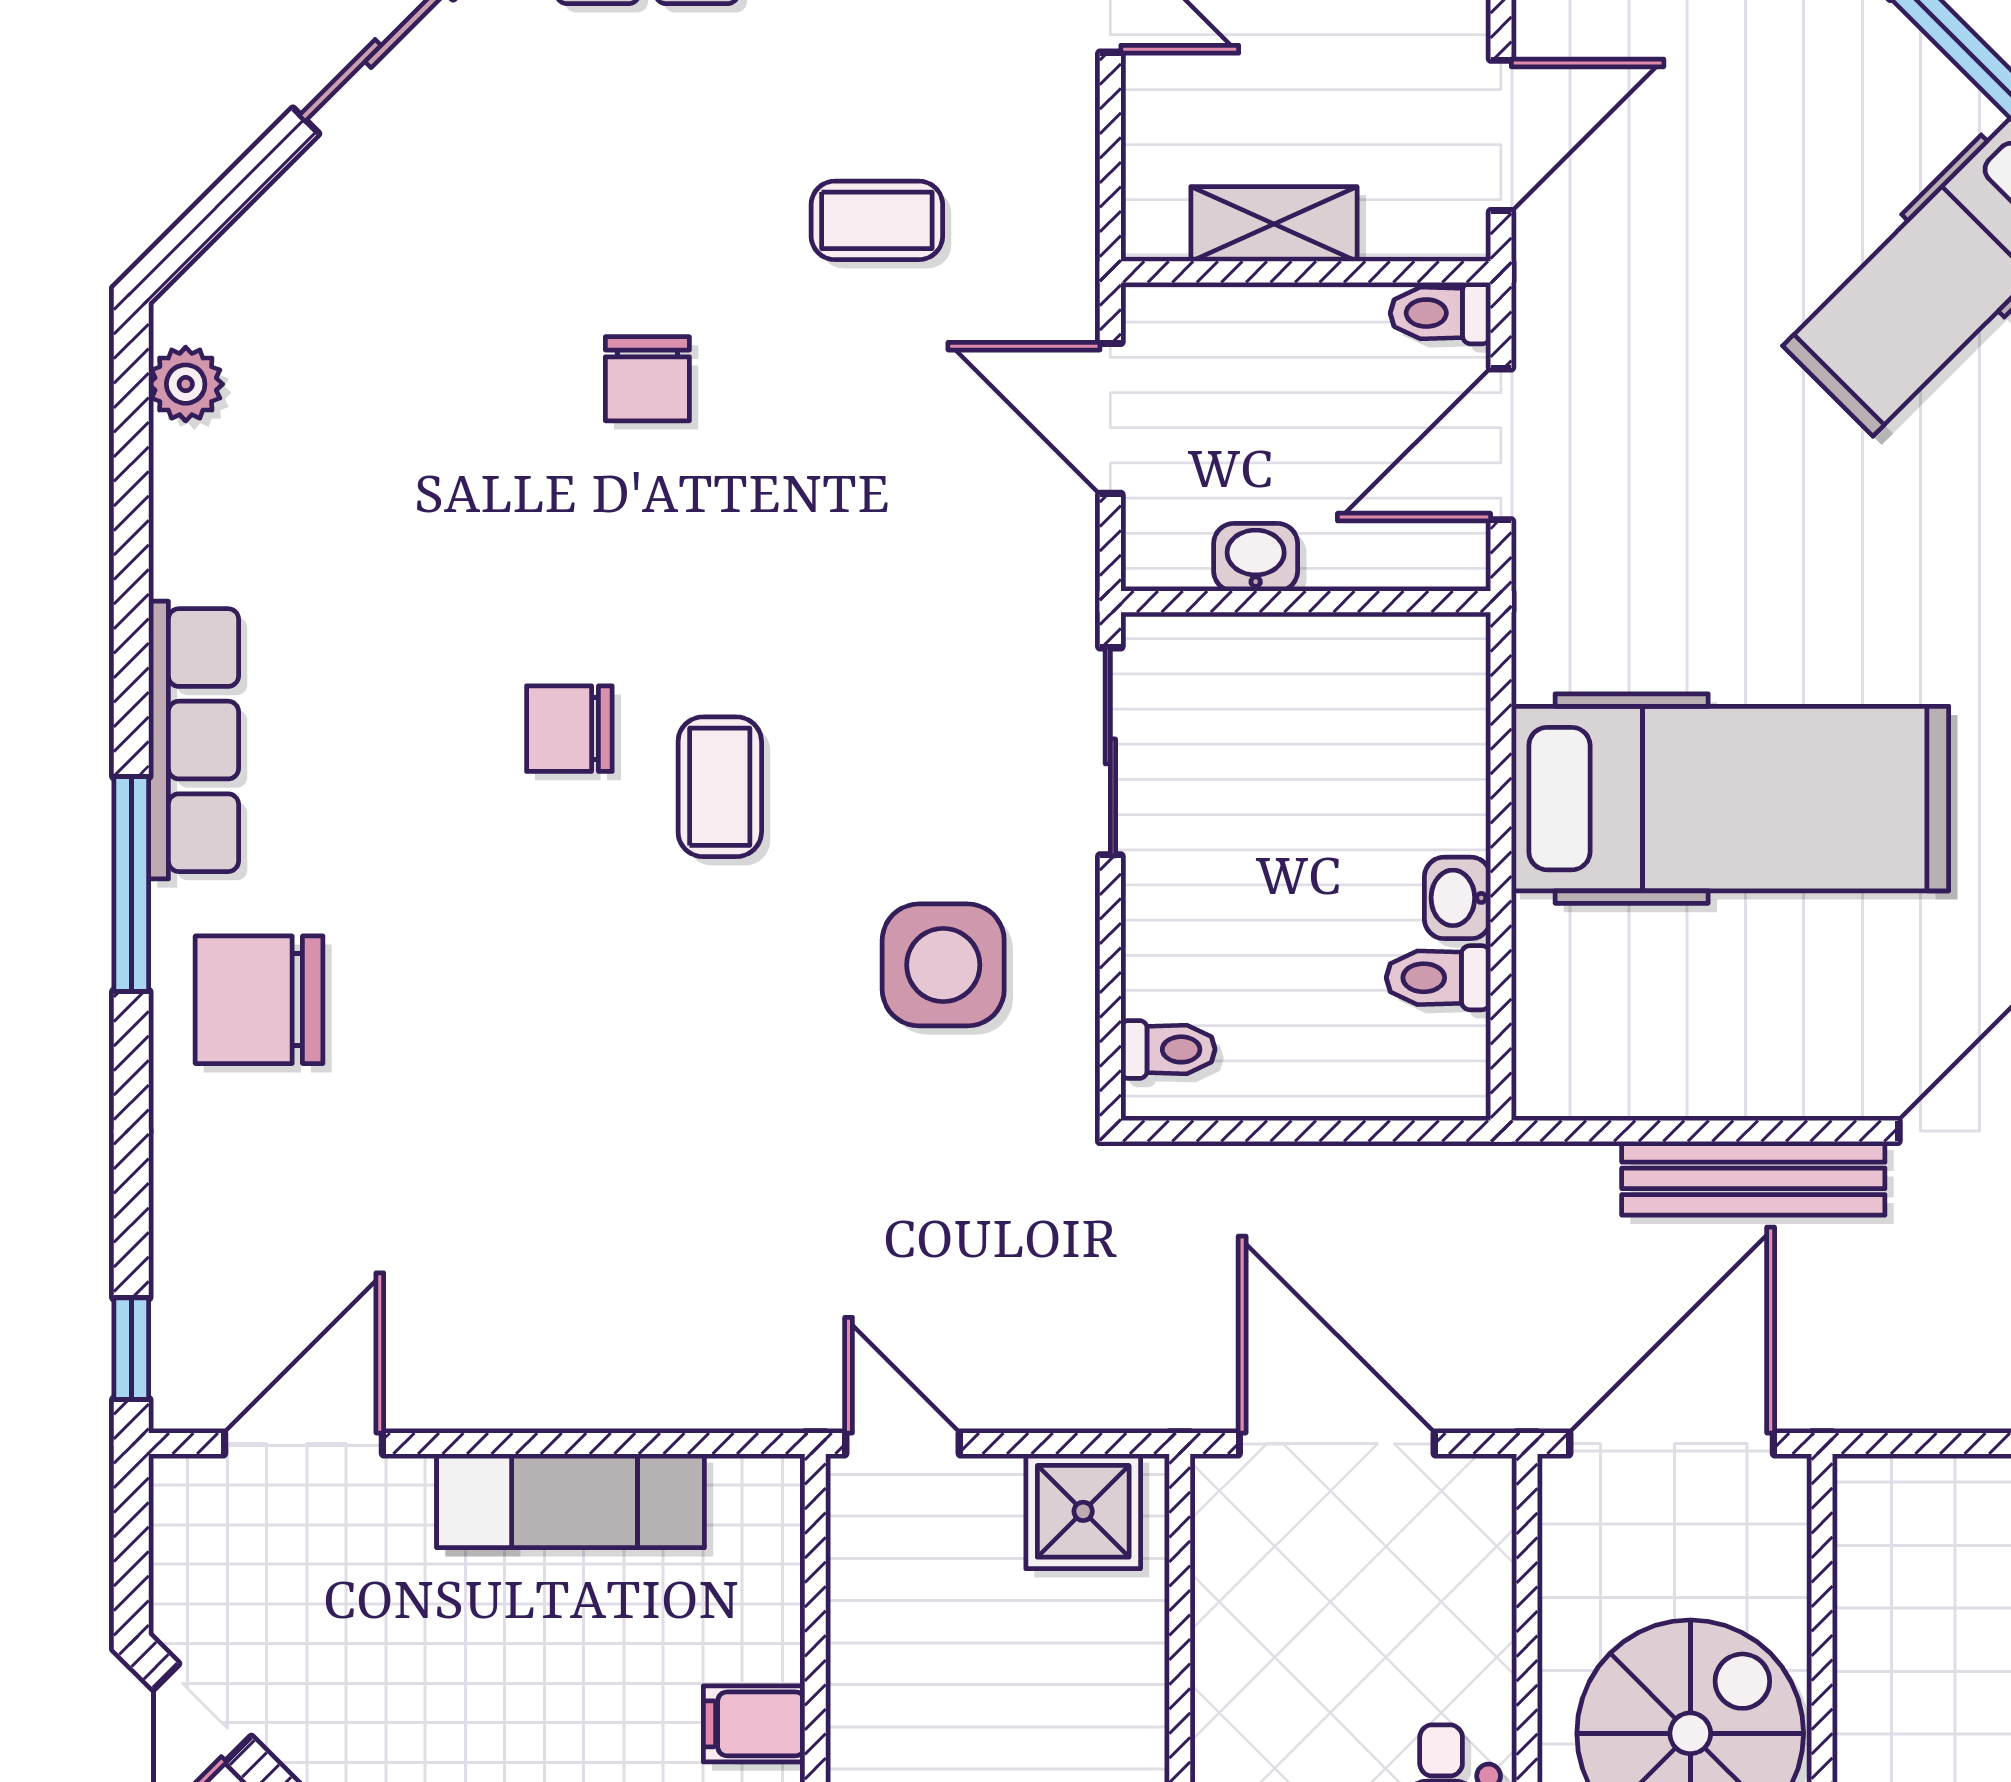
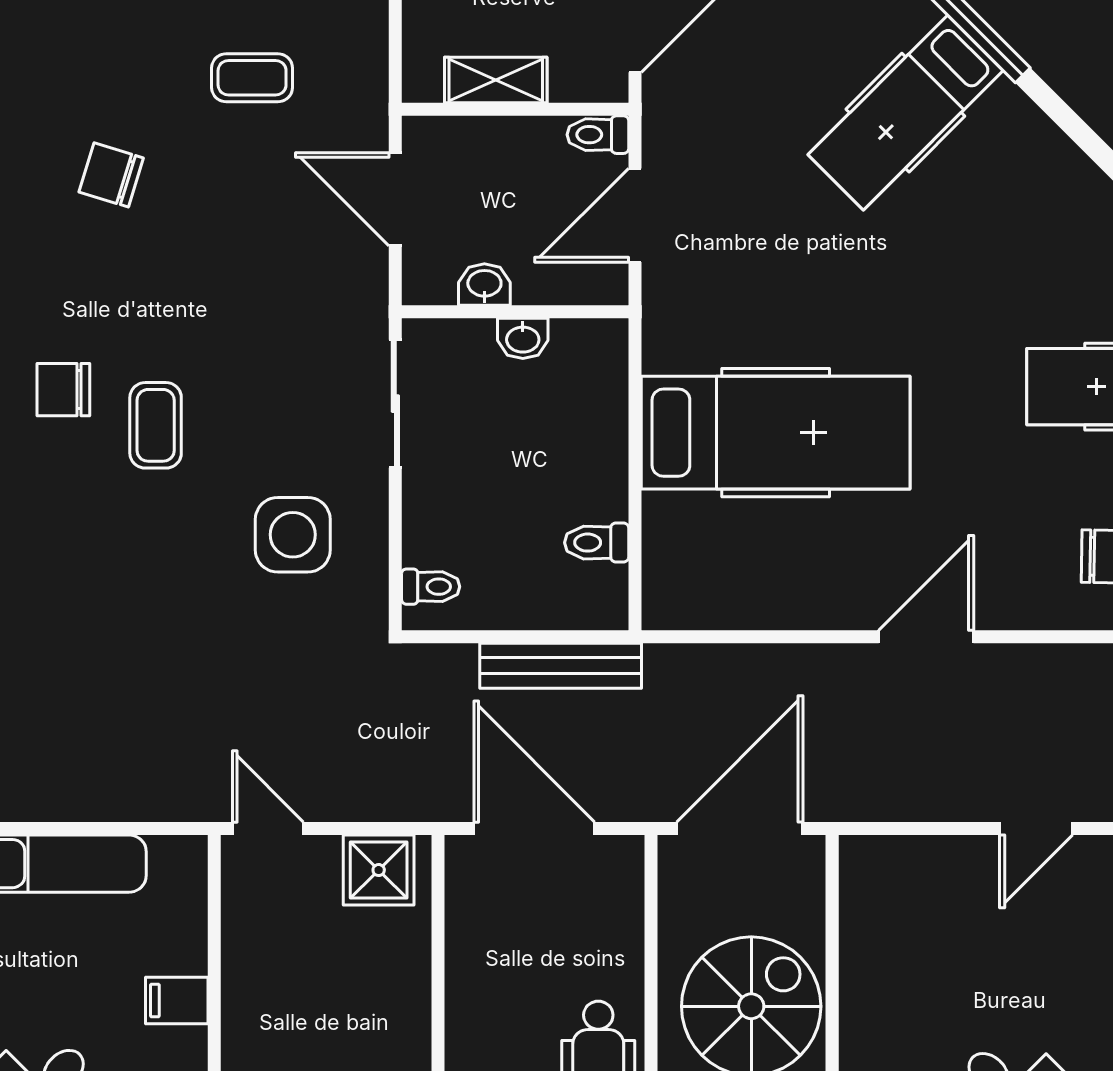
chair: (647, 379) -> (111, 175), turned 107
washbasin: (1457, 898) -> (523, 338), moved, turned -90
bench: (1753, 1178) -> (561, 666), moved

